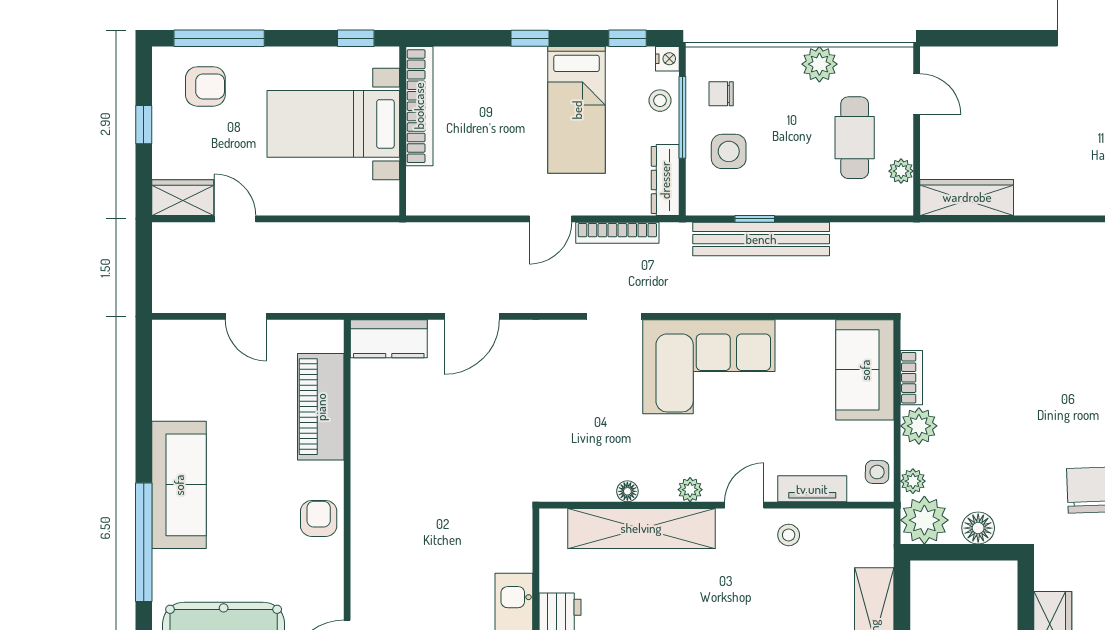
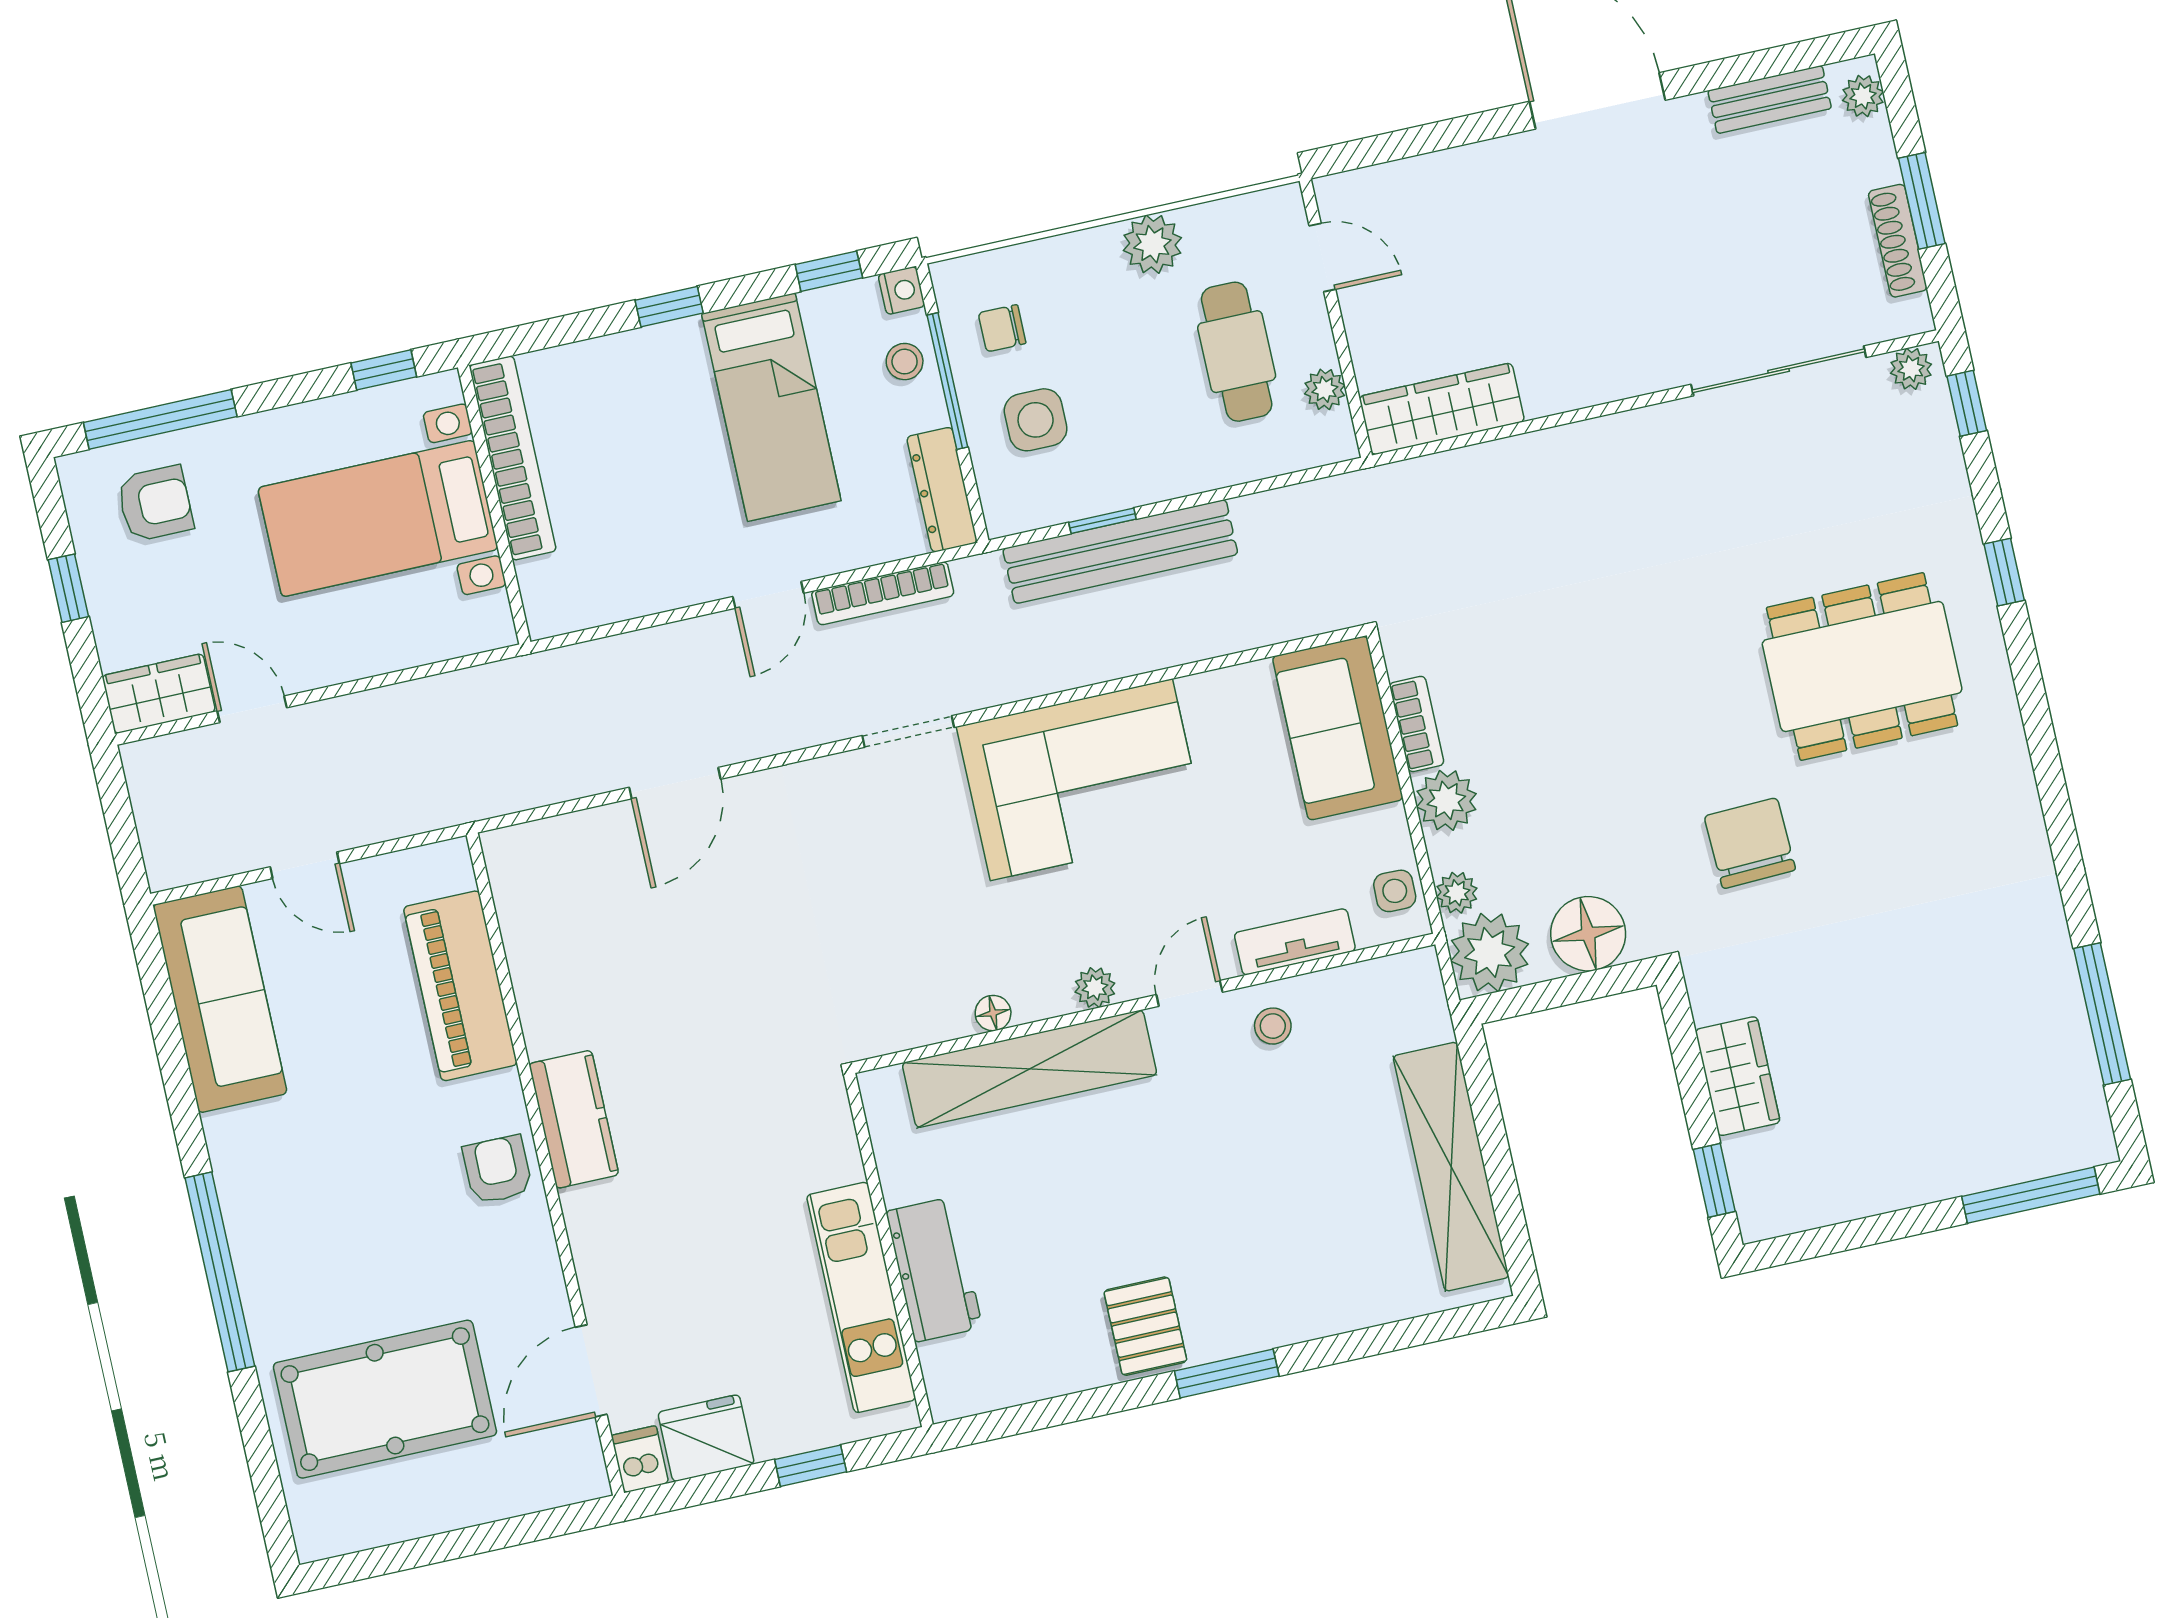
kitchen counter: (389, 339) -> (574, 1119), moved, turned -90
sofa: (179, 485) -> (220, 999), moved
floor lamp: (978, 528) -> (1588, 934), width x1.38, depth x1.38

